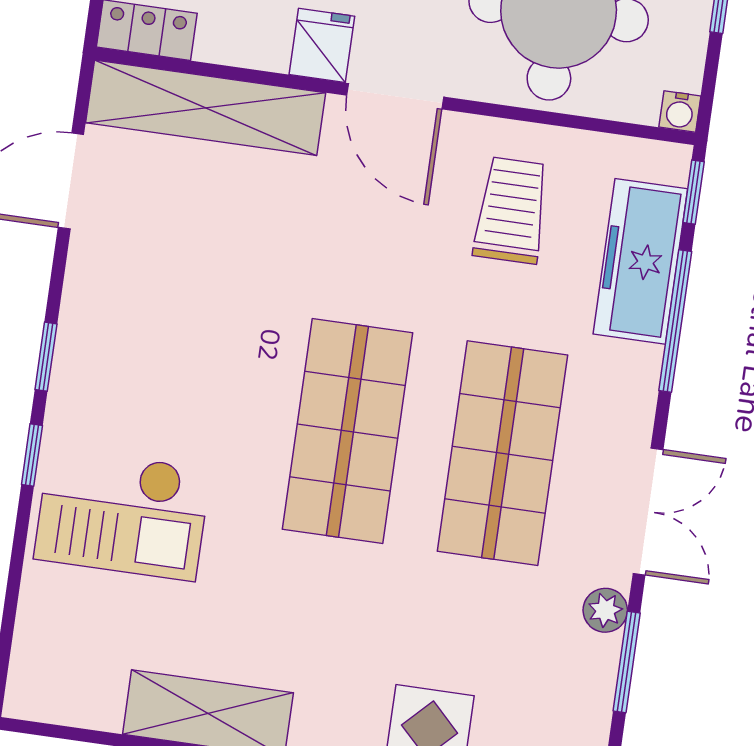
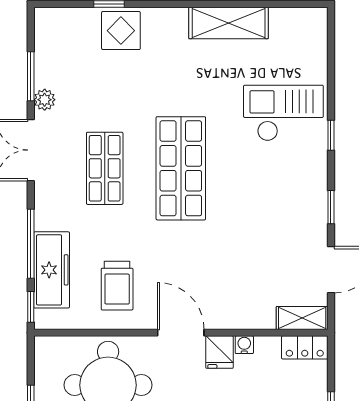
shelving: (206, 108) -> (302, 318), width x0.45, depth x0.75
water cooler: (680, 111) -> (244, 345), moved
window: (46, 357) -> (331, 207), moved
shop shelf: (503, 453) -> (105, 168), width x0.70, depth x0.74

